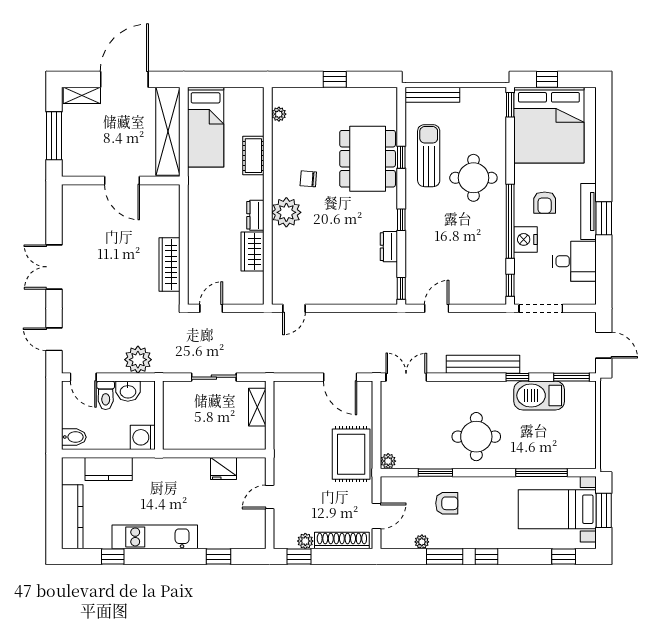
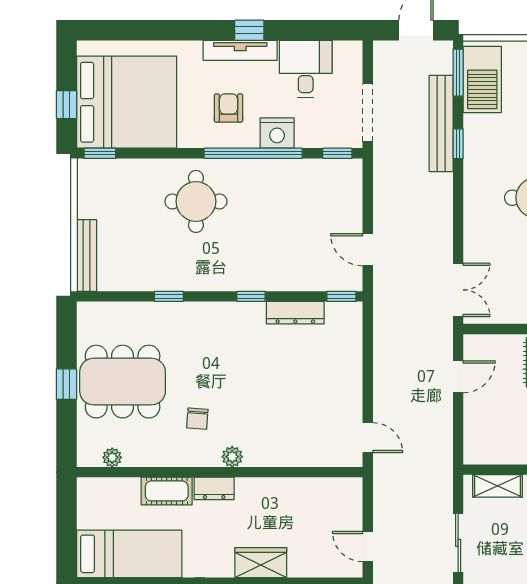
sun lounger: (429, 156) -> (167, 260), removed
dining table: (368, 159) -> (123, 382), moved
armchair: (545, 203) -> (229, 108), turned -90
plant: (286, 212) -> (232, 457), width x0.53, depth x0.53
dresser: (255, 215) -> (214, 488), moved
window: (604, 218) -> (249, 30), width x0.67
dresser: (389, 247) -> (295, 313), width x1.44
wardrobe: (253, 252) -> (261, 563), moved, turned 180
bench: (483, 364) -> (441, 123), moved
door: (340, 377) -> (458, 377), width x0.73
double door: (406, 377) -> (458, 290), swing flipped
barbecue: (539, 395) -> (482, 79), moved

